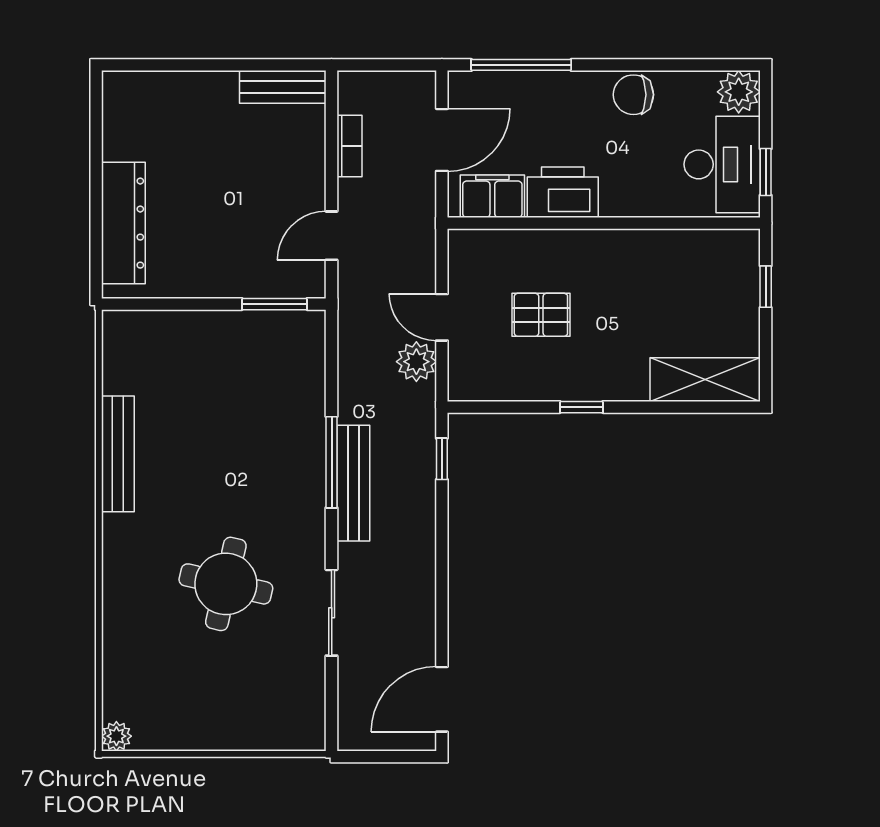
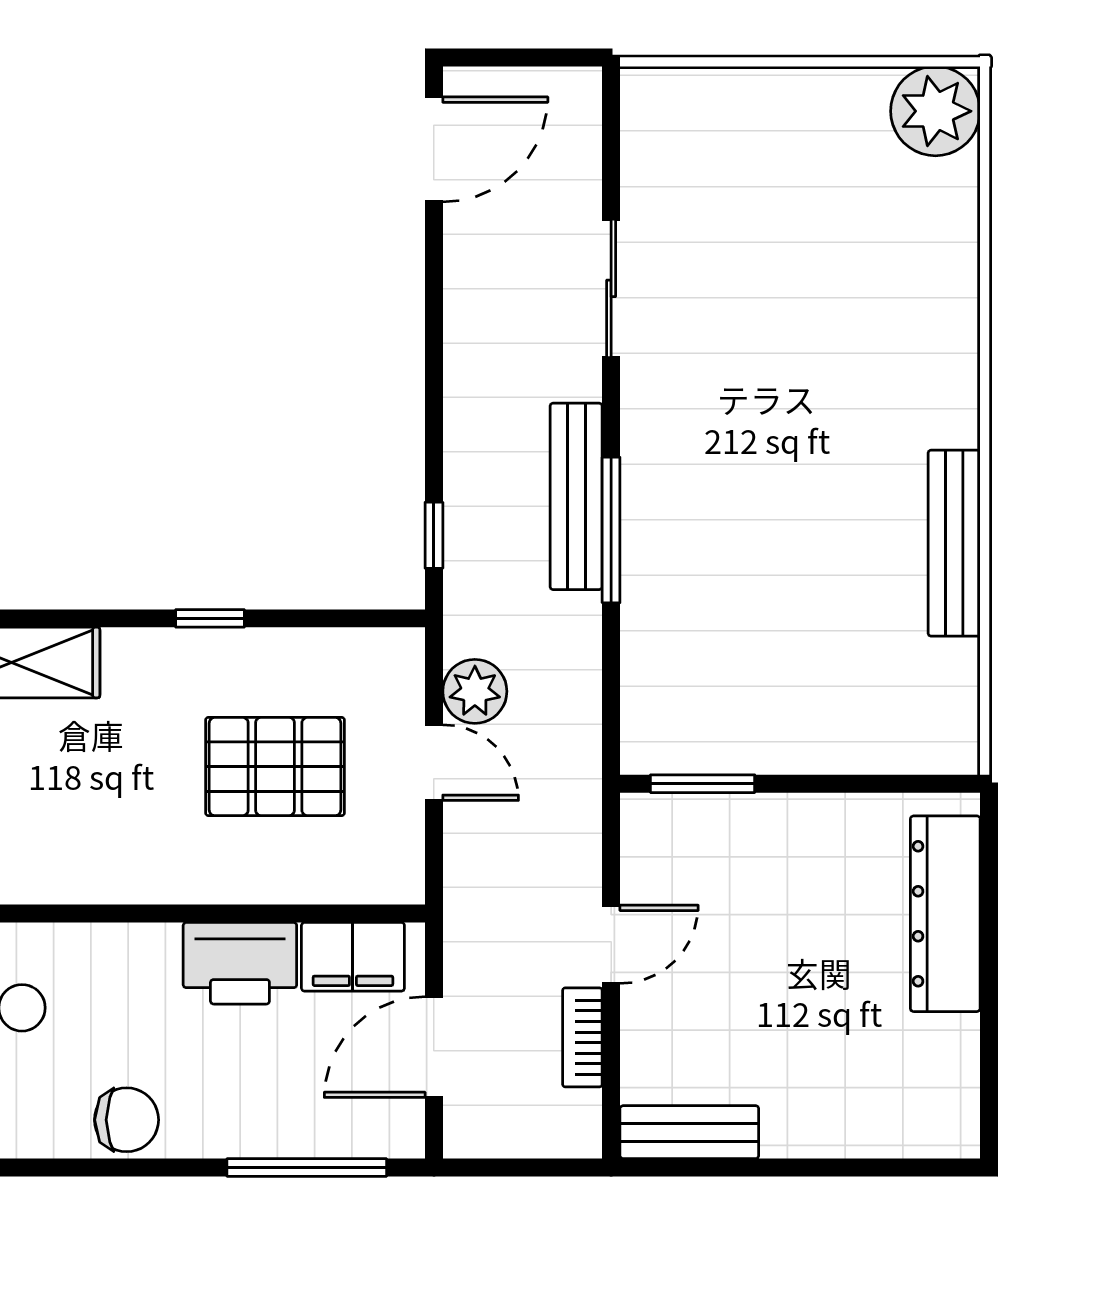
door: (332, 236) -> (611, 944), moved
pallet: (541, 315) -> (275, 767), width x1.50, depth x1.42
round table: (226, 584) -> (781, 335), removed
plant: (116, 736) -> (935, 111), width x1.88, depth x1.88

